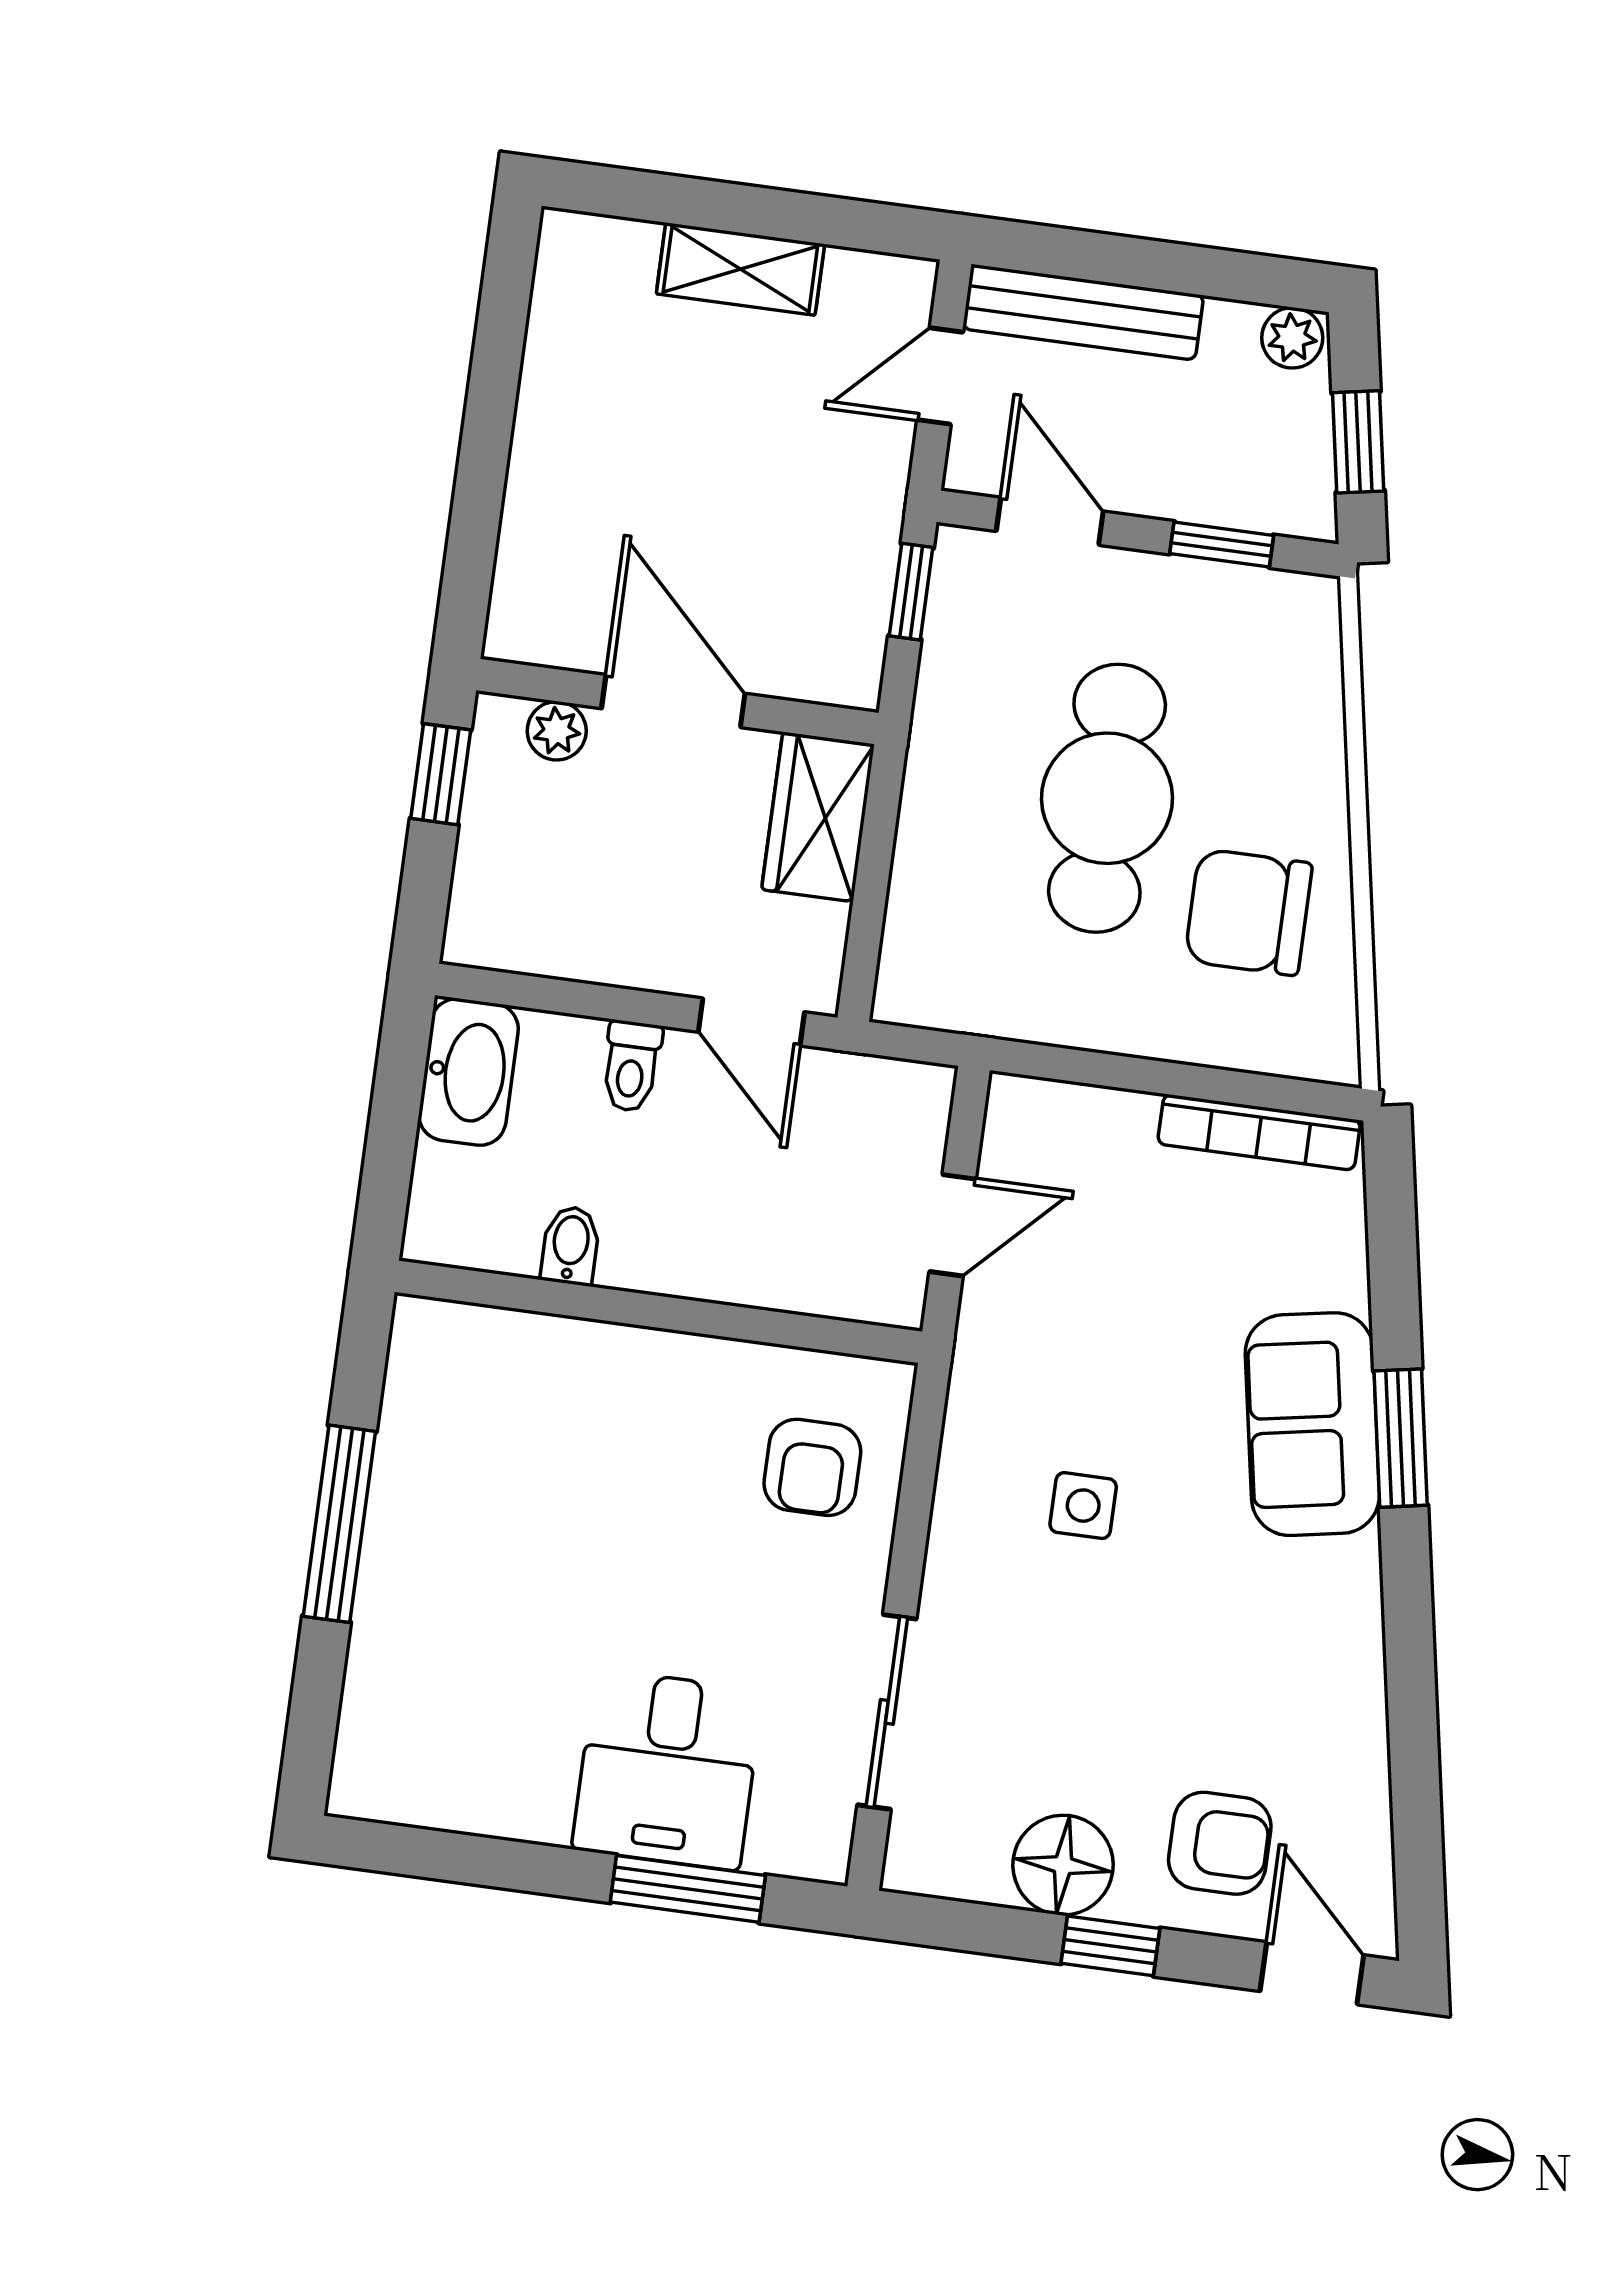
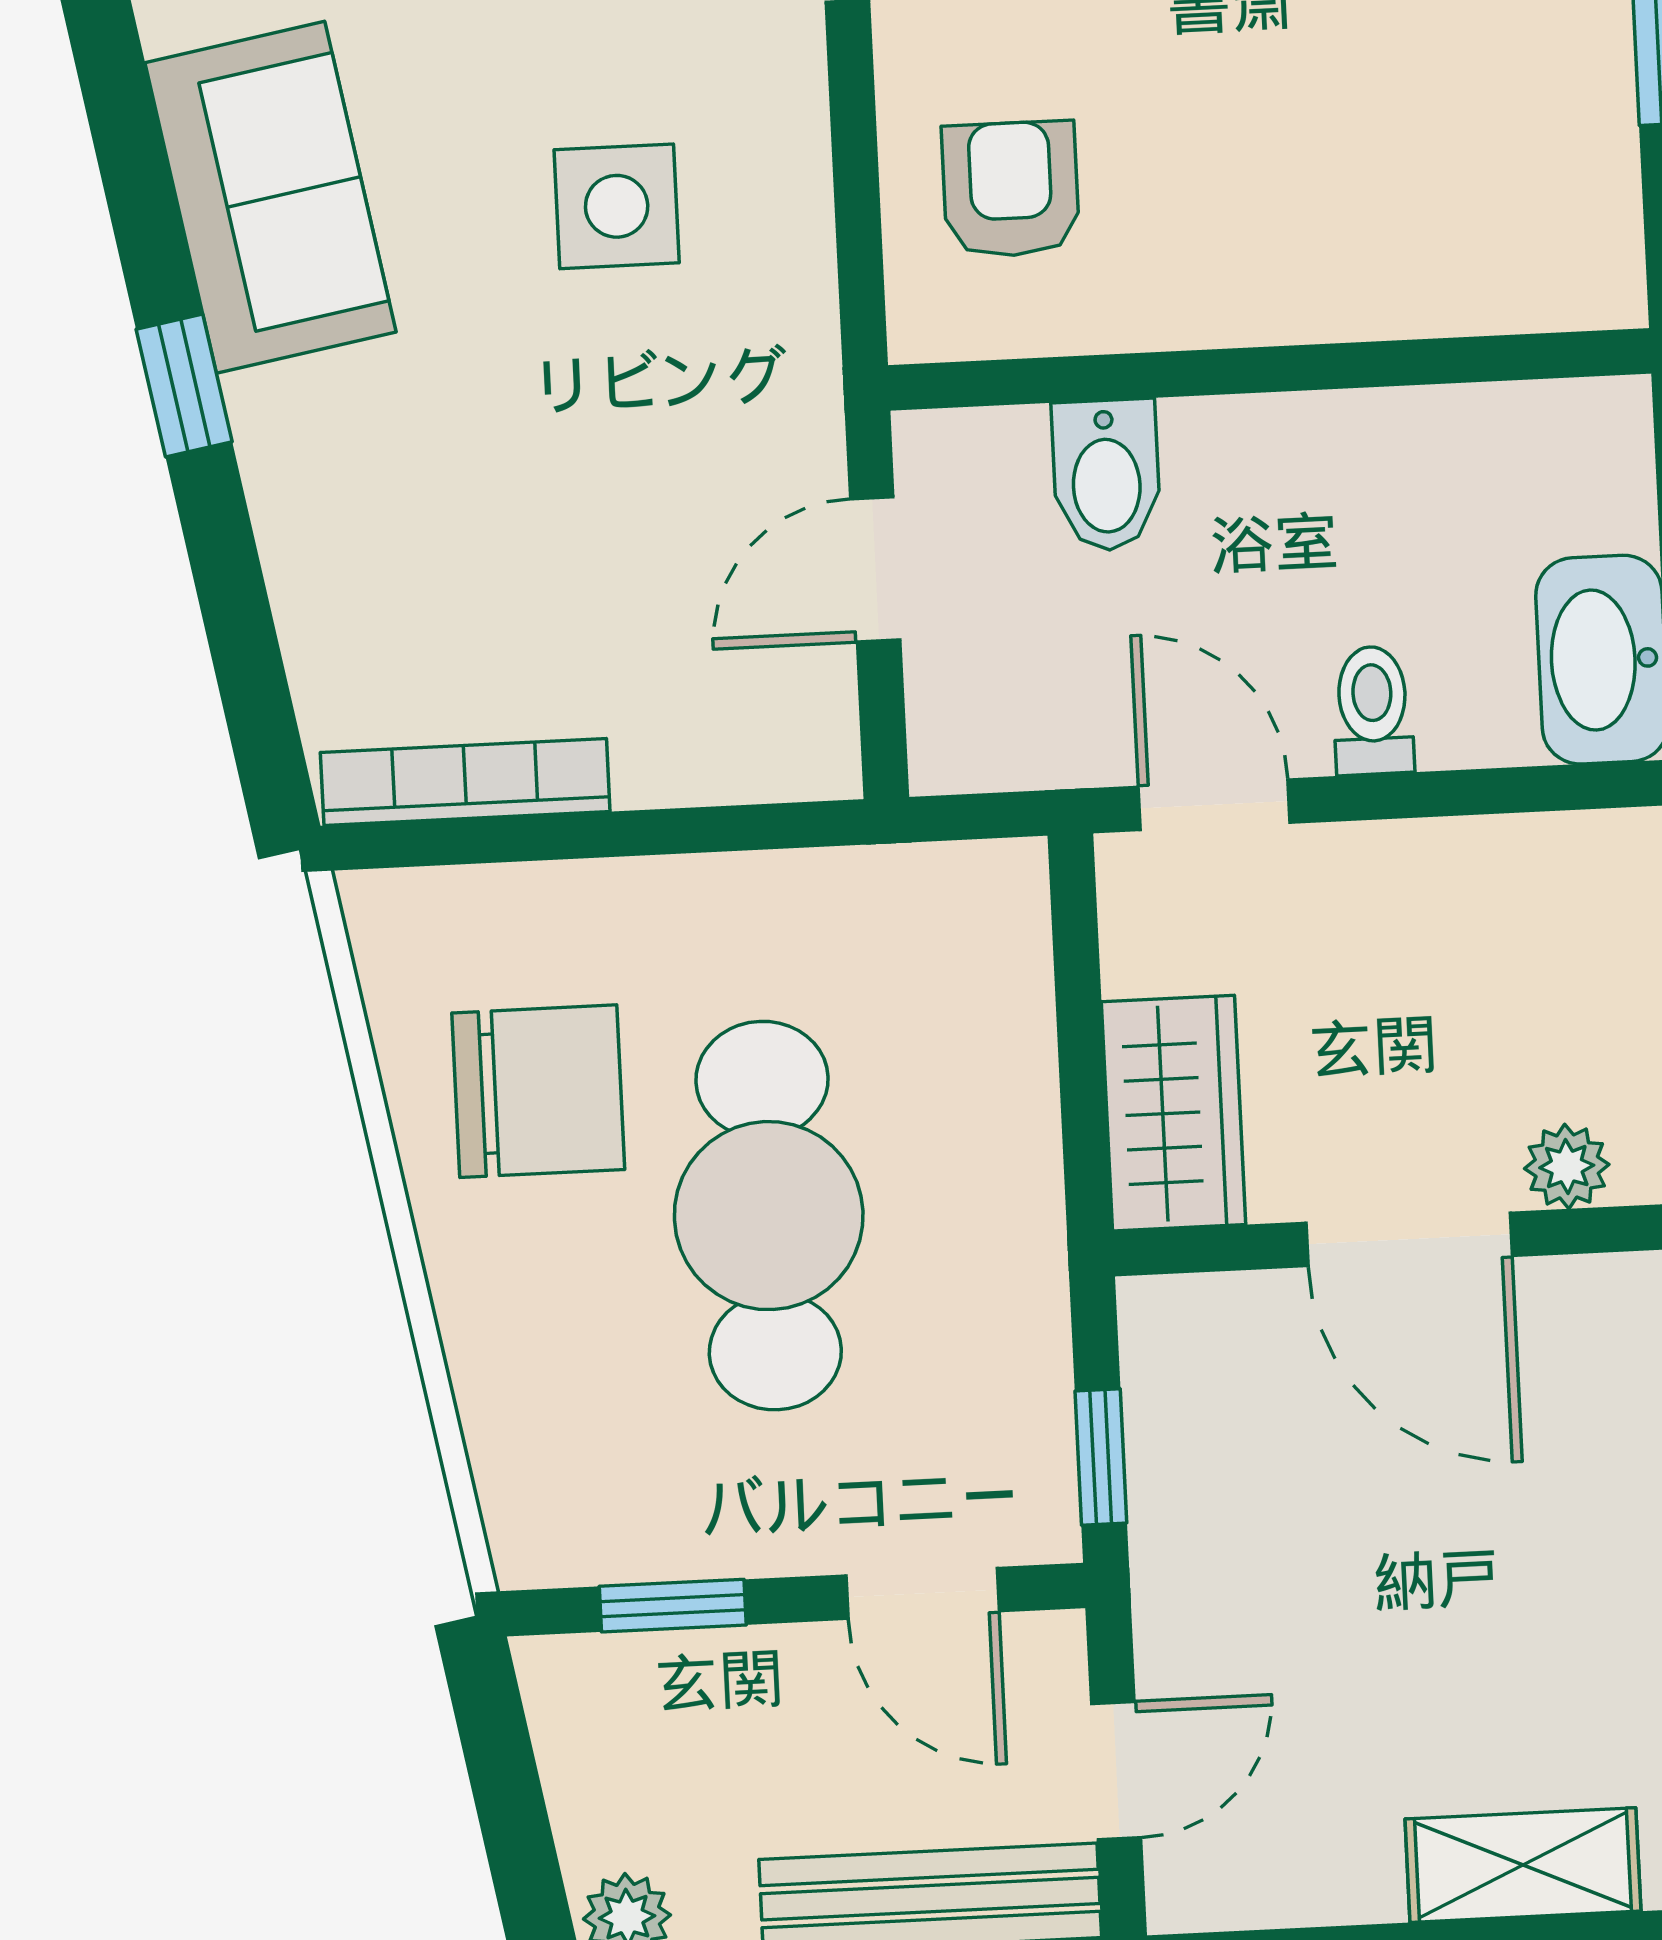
shelving: (740, 269) -> (1523, 1865), moved
window: (1358, 442) -> (506, 1787), removed
bidet: (570, 1245) -> (1106, 475), moved, width x1.38, depth x1.36
sofa: (1312, 1424) -> (271, 197), moved
window: (1401, 1438) -> (184, 385), width x0.67
side table: (1083, 1506) -> (617, 206), width x1.37, depth x1.37

